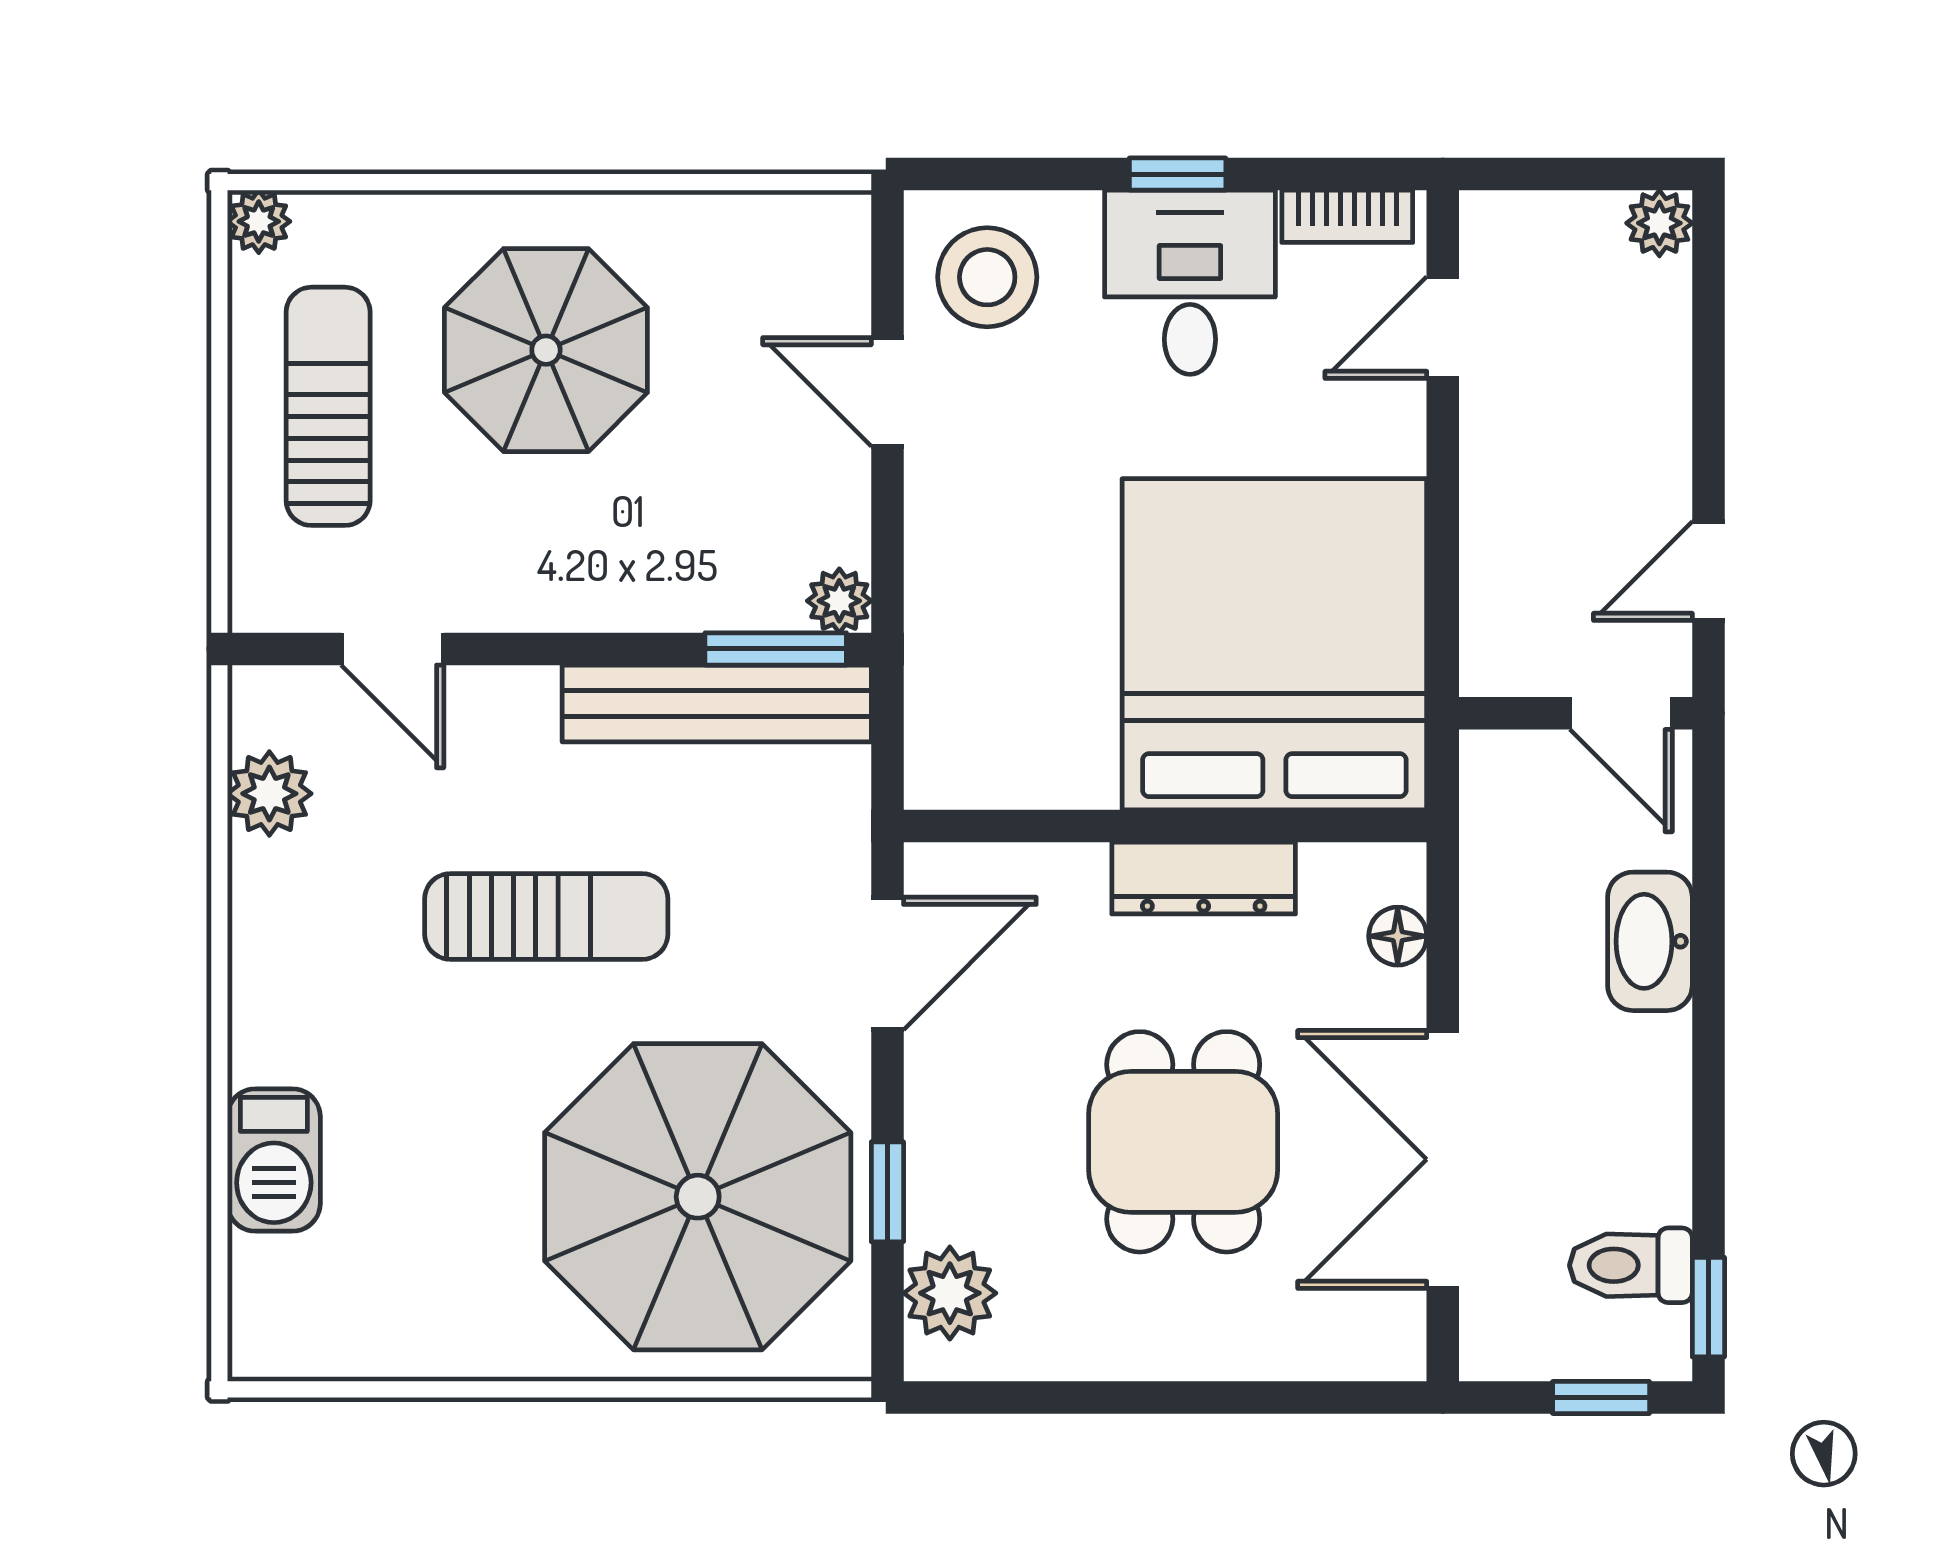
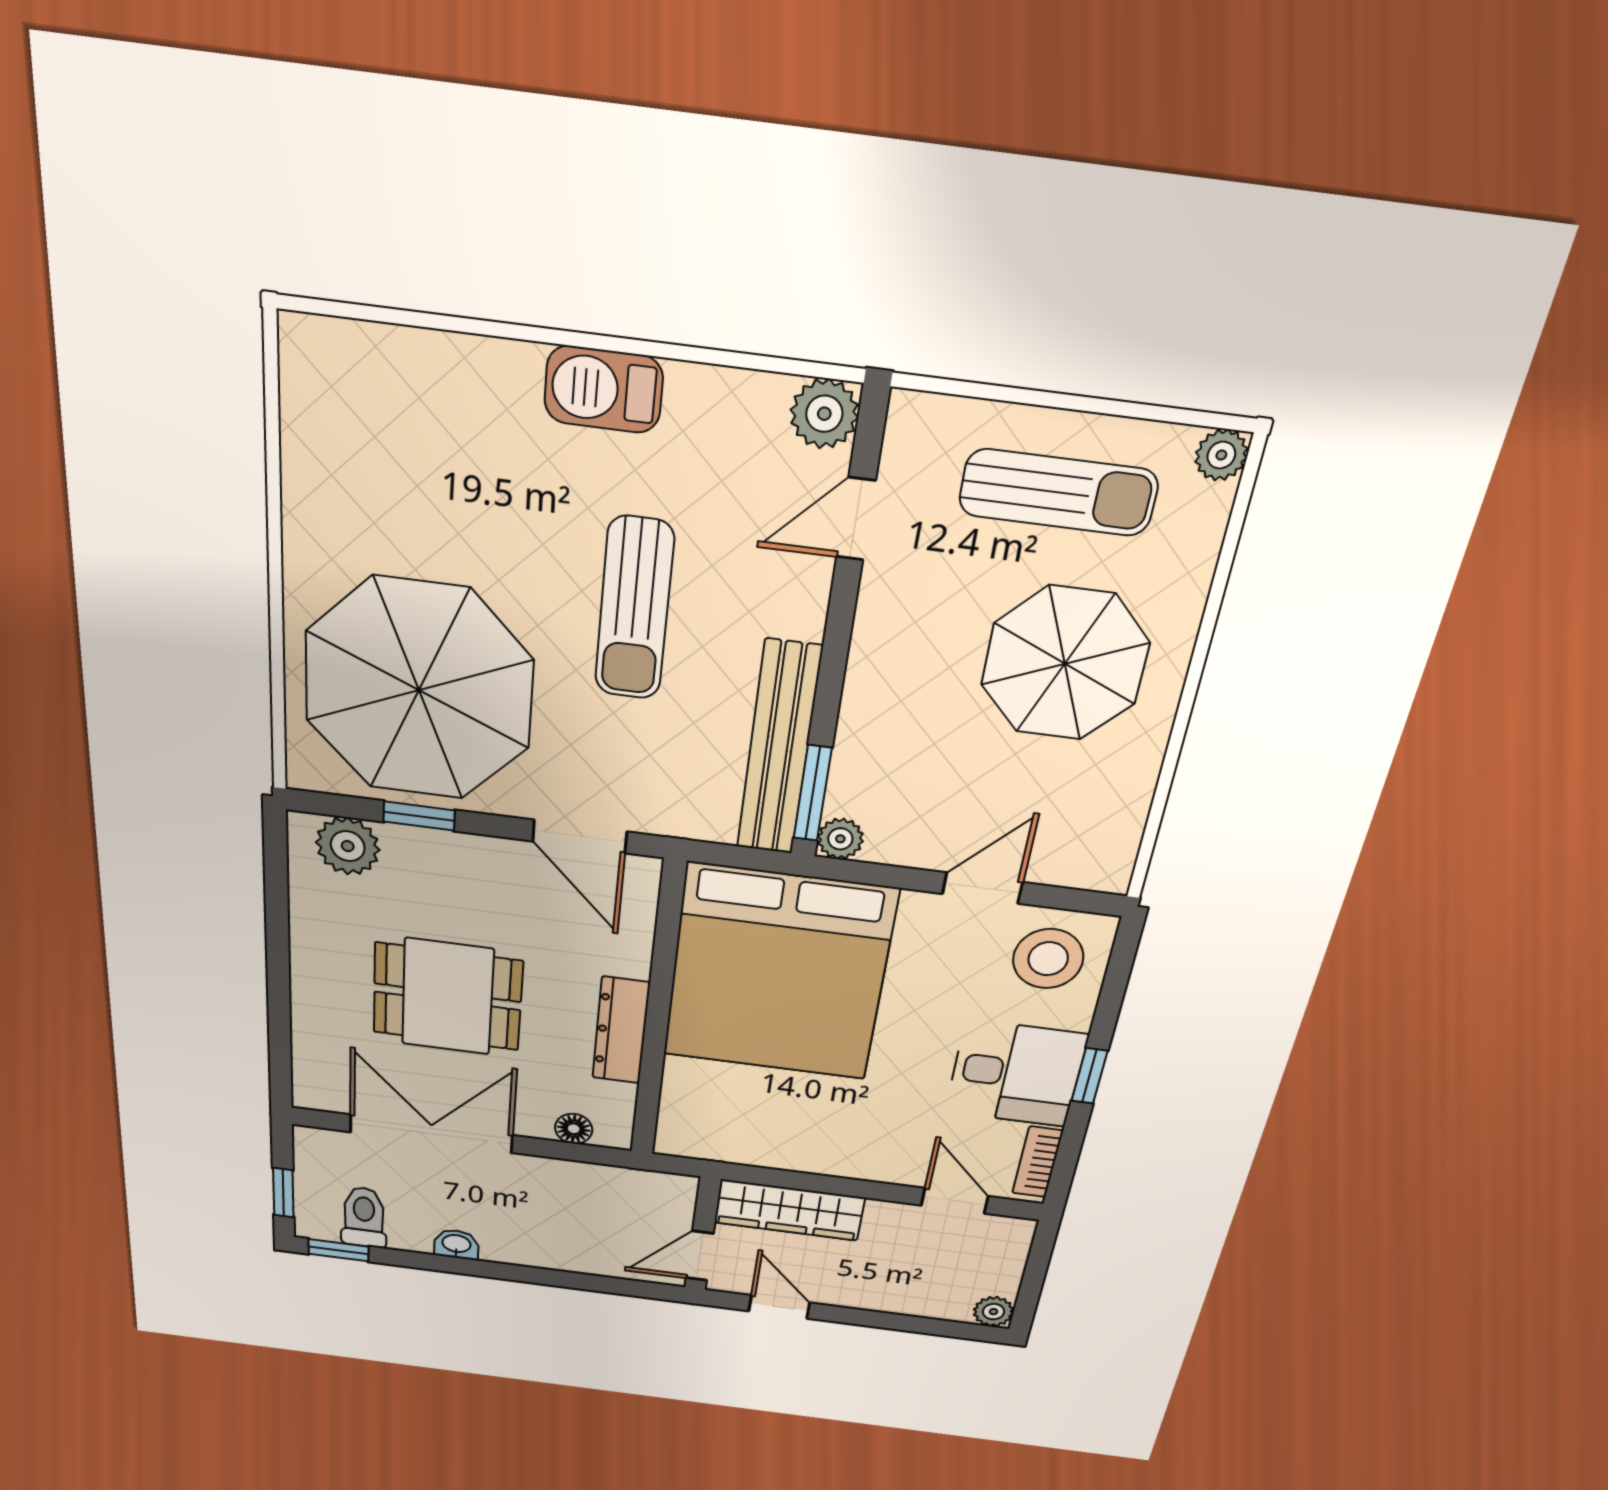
wardrobe: (1503, 582) -> (789, 1210), added
bed: (1274, 644) -> (778, 973), moved, turned 90
plant: (269, 794) -> (824, 414), moved
washbasin: (1650, 941) -> (456, 1244), moved, width x0.52, depth x0.69
barbecue: (274, 1160) -> (604, 389), moved

